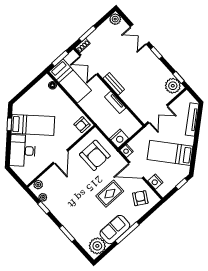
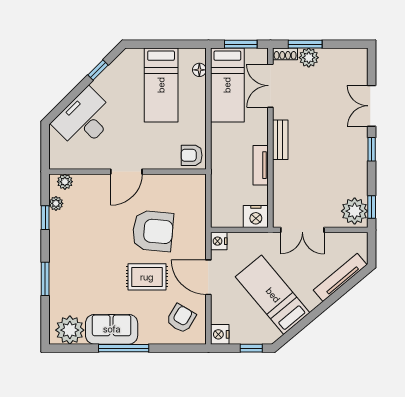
plant: (115, 19) -> (309, 58), moved
bed: (33, 125) -> (161, 85), moved, turned 45
nightstand: (119, 138) -> (256, 216), moved
armchair: (95, 155) -> (153, 231), moved, turned -85
nightstand: (155, 182) -> (220, 334), moved

